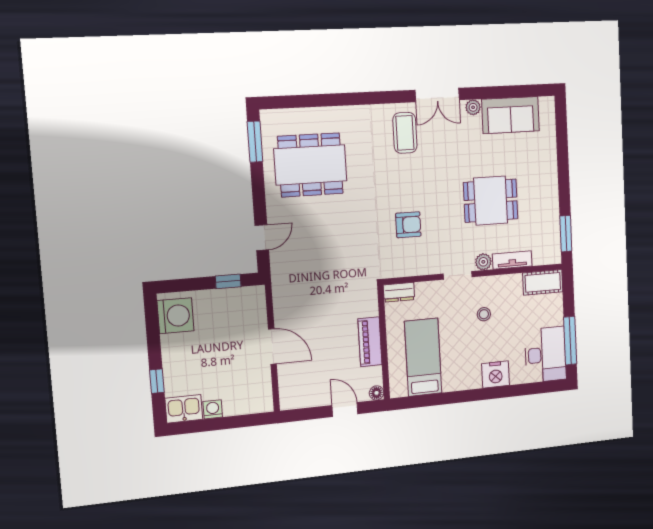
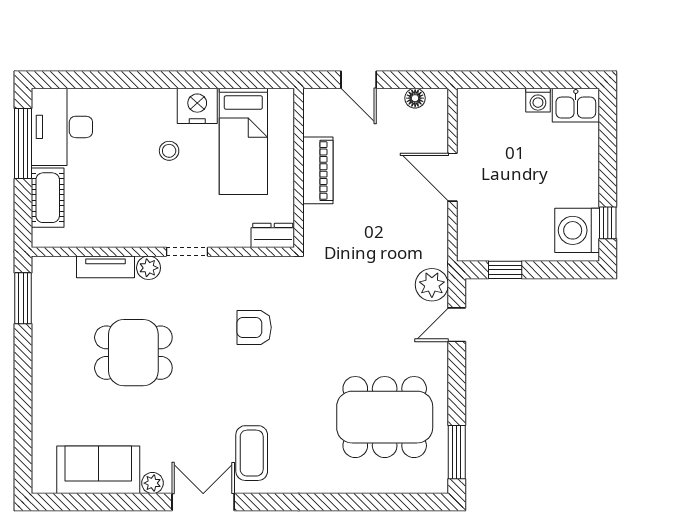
plant: (282, 266) -> (432, 285), added
cot: (543, 282) -> (48, 198), moved, turned 90
stool: (484, 314) -> (169, 151), moved
nightstand: (496, 374) -> (197, 106), moved
window: (157, 381) -> (608, 223), moved
floor lamp: (377, 393) -> (415, 98), moved

